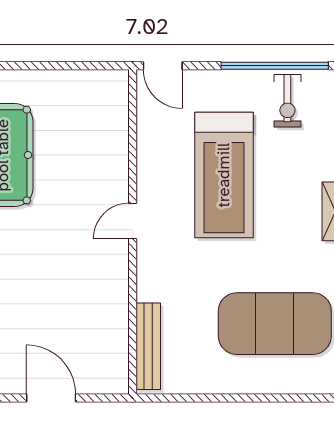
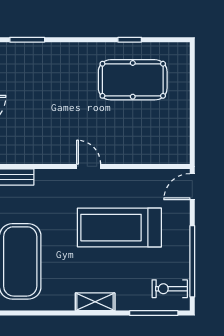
exercise bike: (287, 101) -> (170, 289), moved

